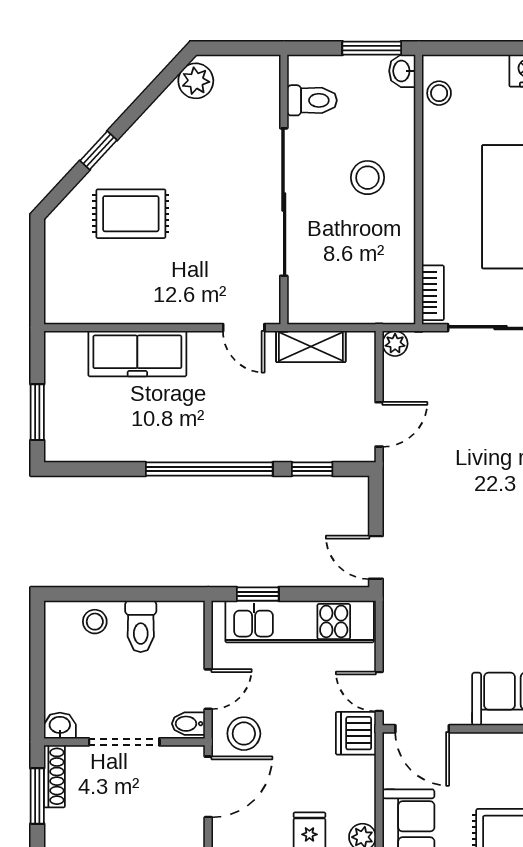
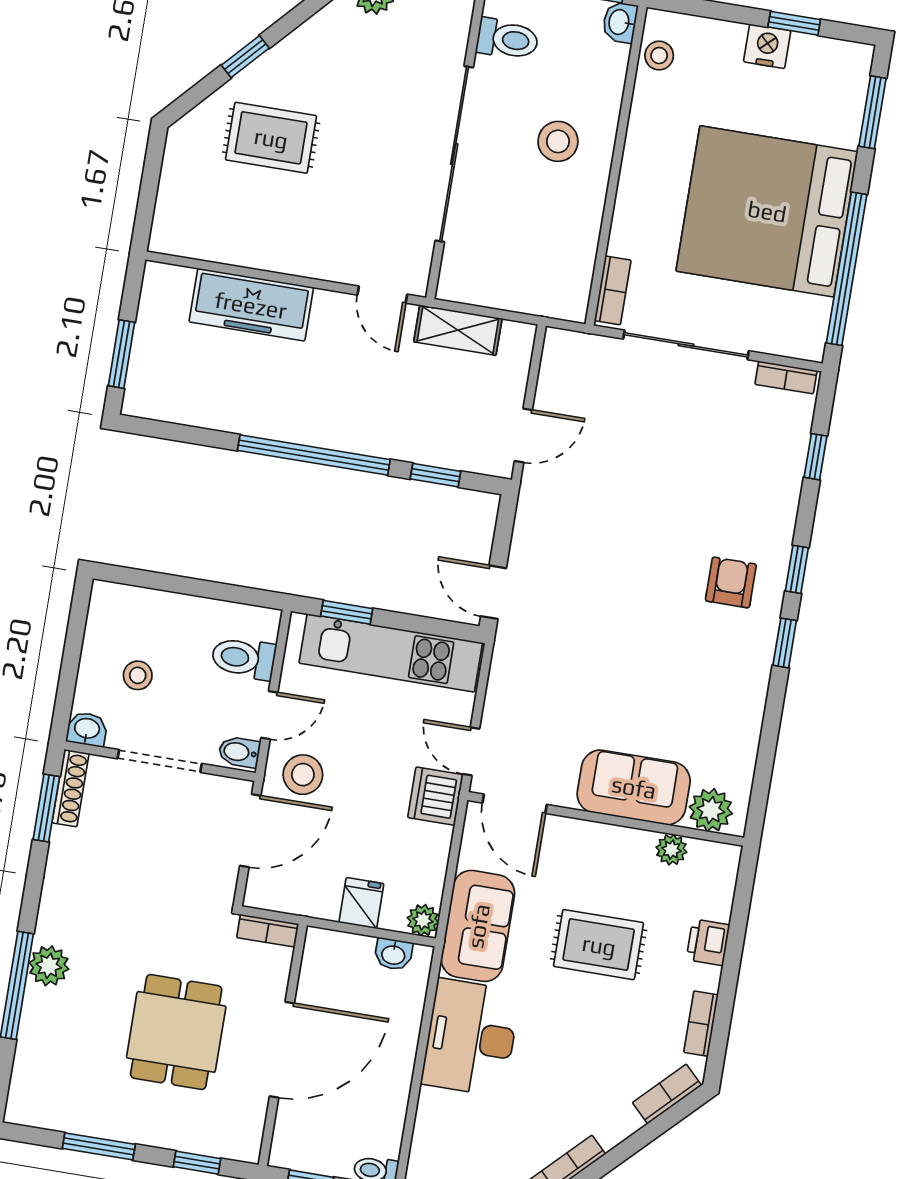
plant: (395, 344) -> (558, 343), removed
stool: (95, 622) -> (138, 675), moved
toilet: (141, 626) -> (244, 658), moved, turned 90

